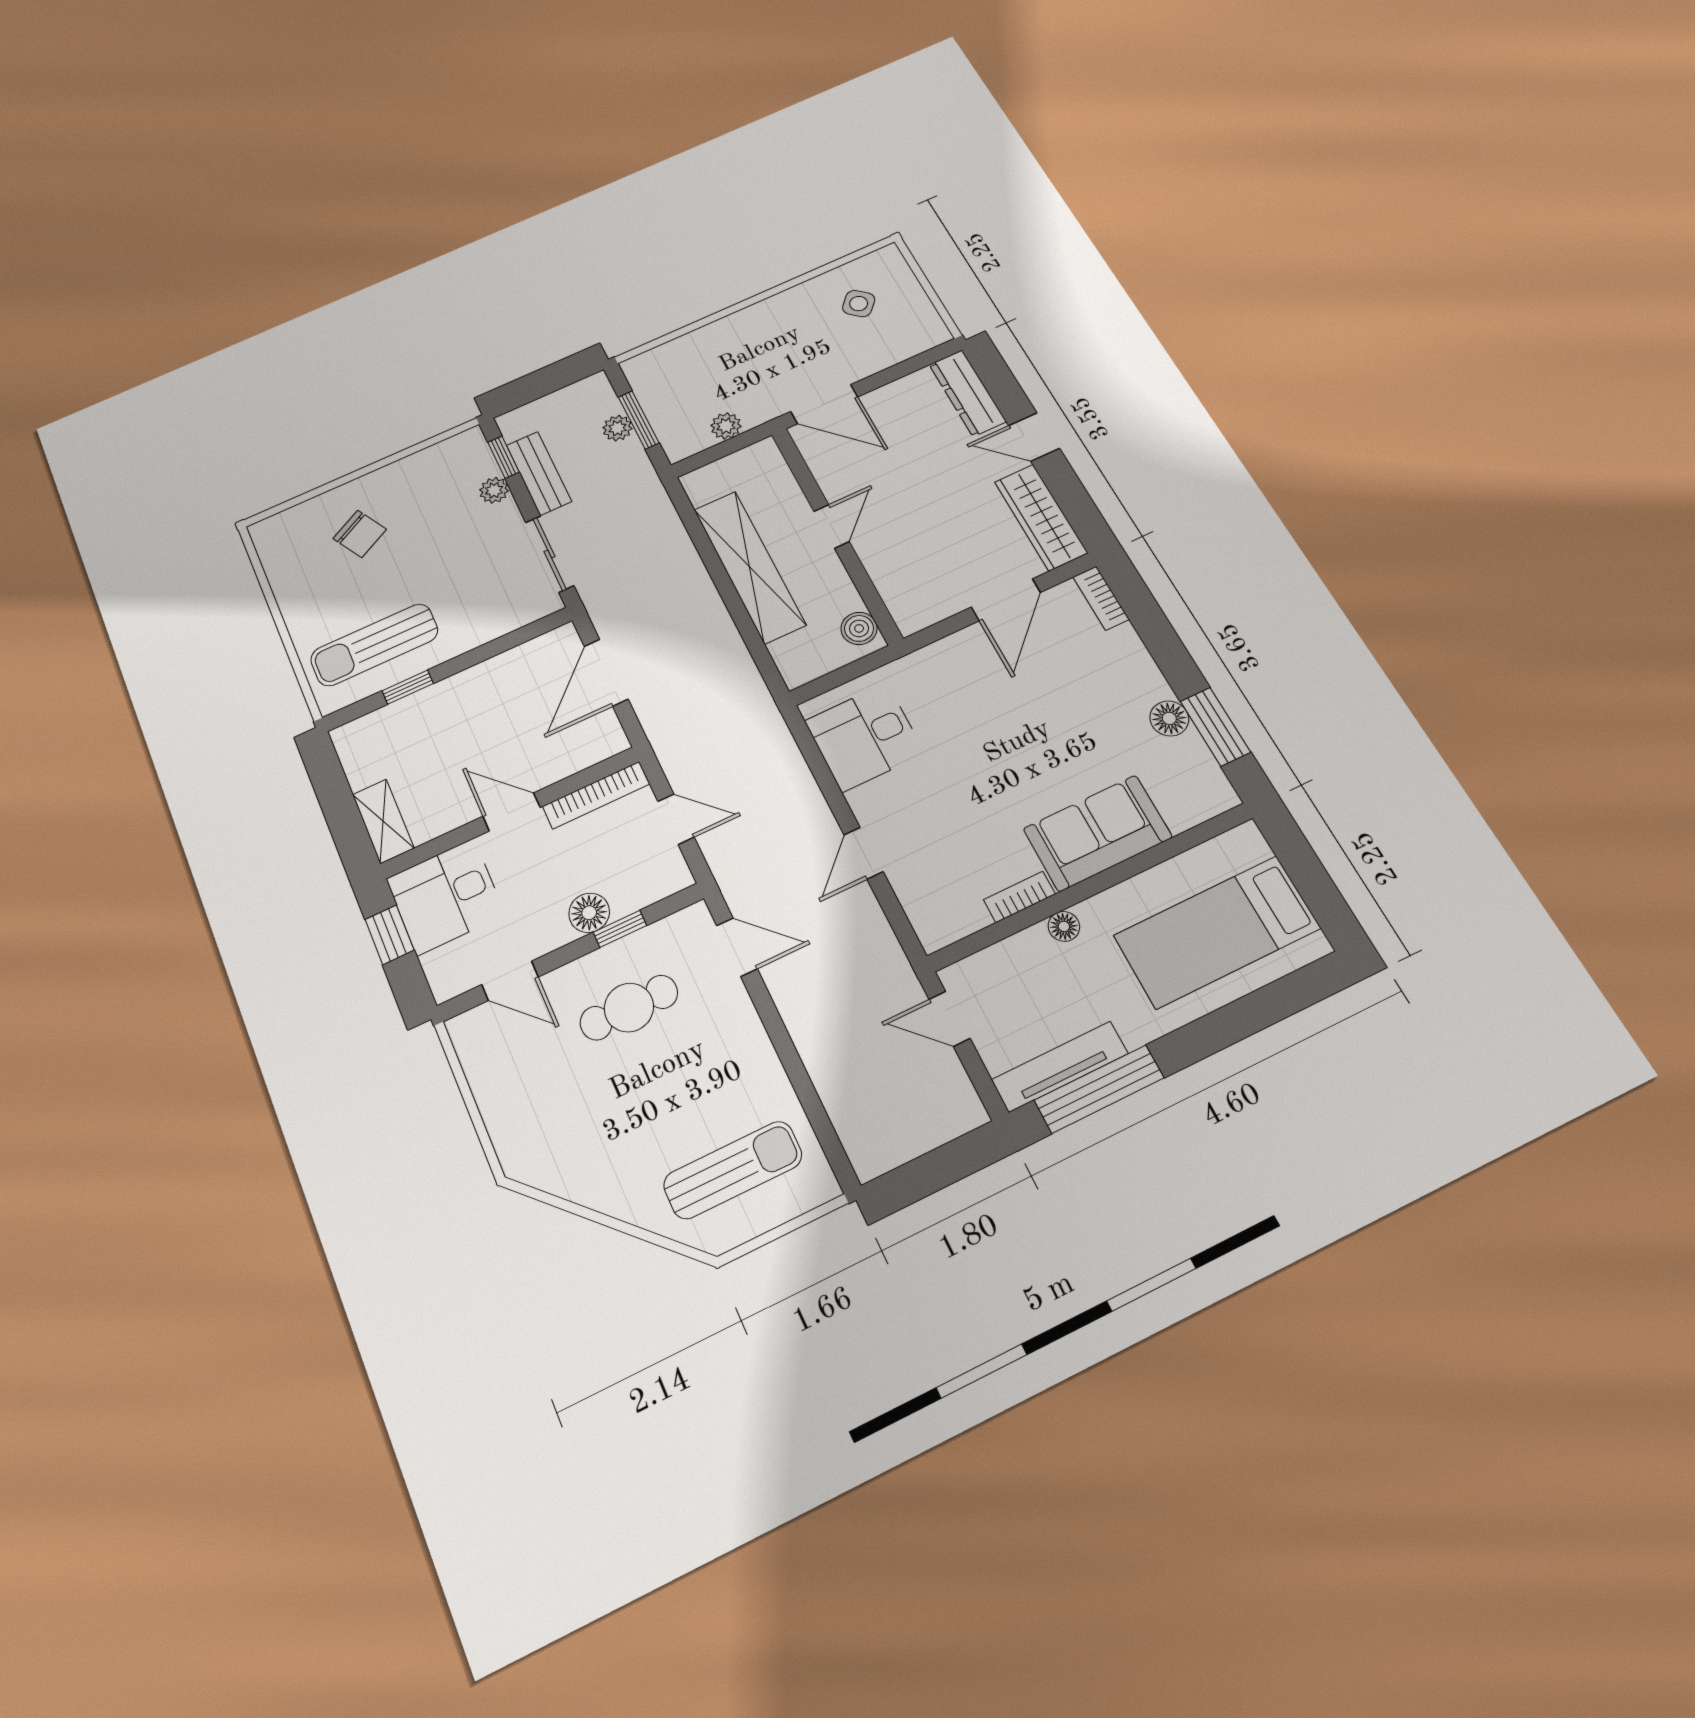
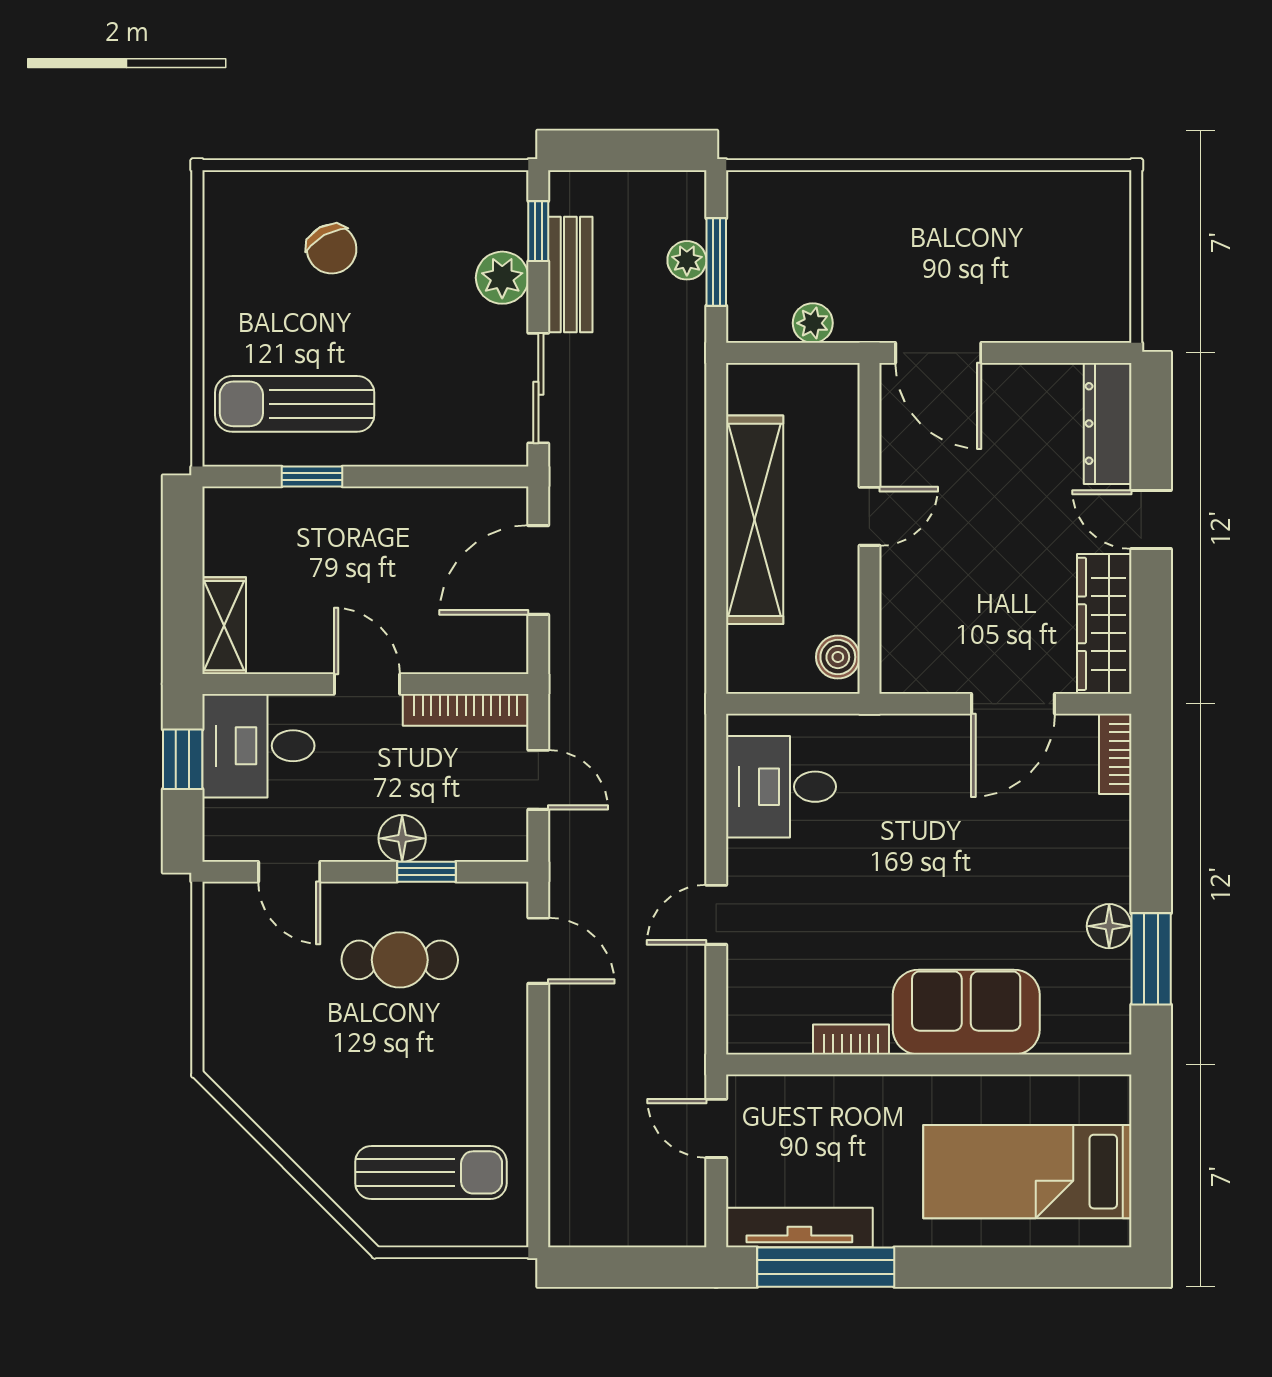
side table: (859, 304) -> (1046, 236), removed
plant: (494, 490) -> (502, 278), width x1.38, depth x1.38
floor lamp: (1064, 926) -> (879, 1092), removed

